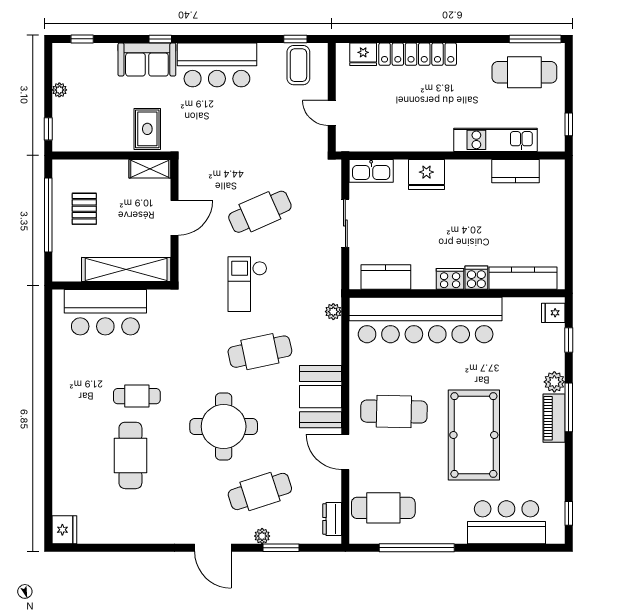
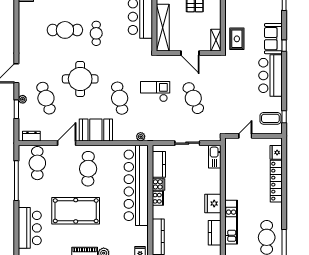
rug: (147, 129) -> (237, 39), turned 90
fridge: (426, 174) -> (213, 204), moved
cooker: (476, 278) -> (159, 184), moved

